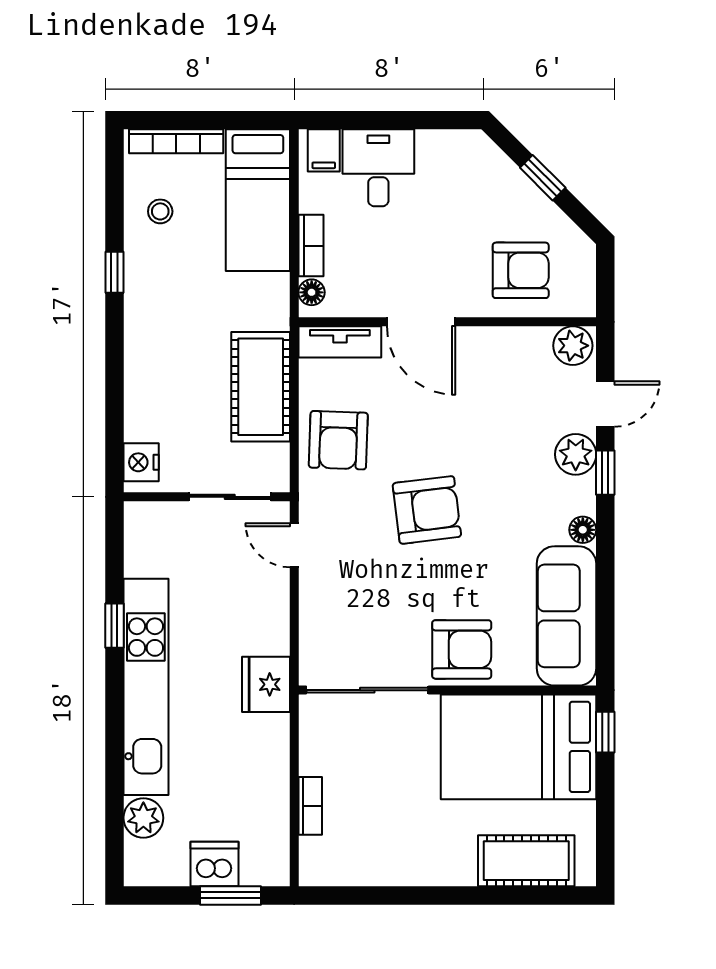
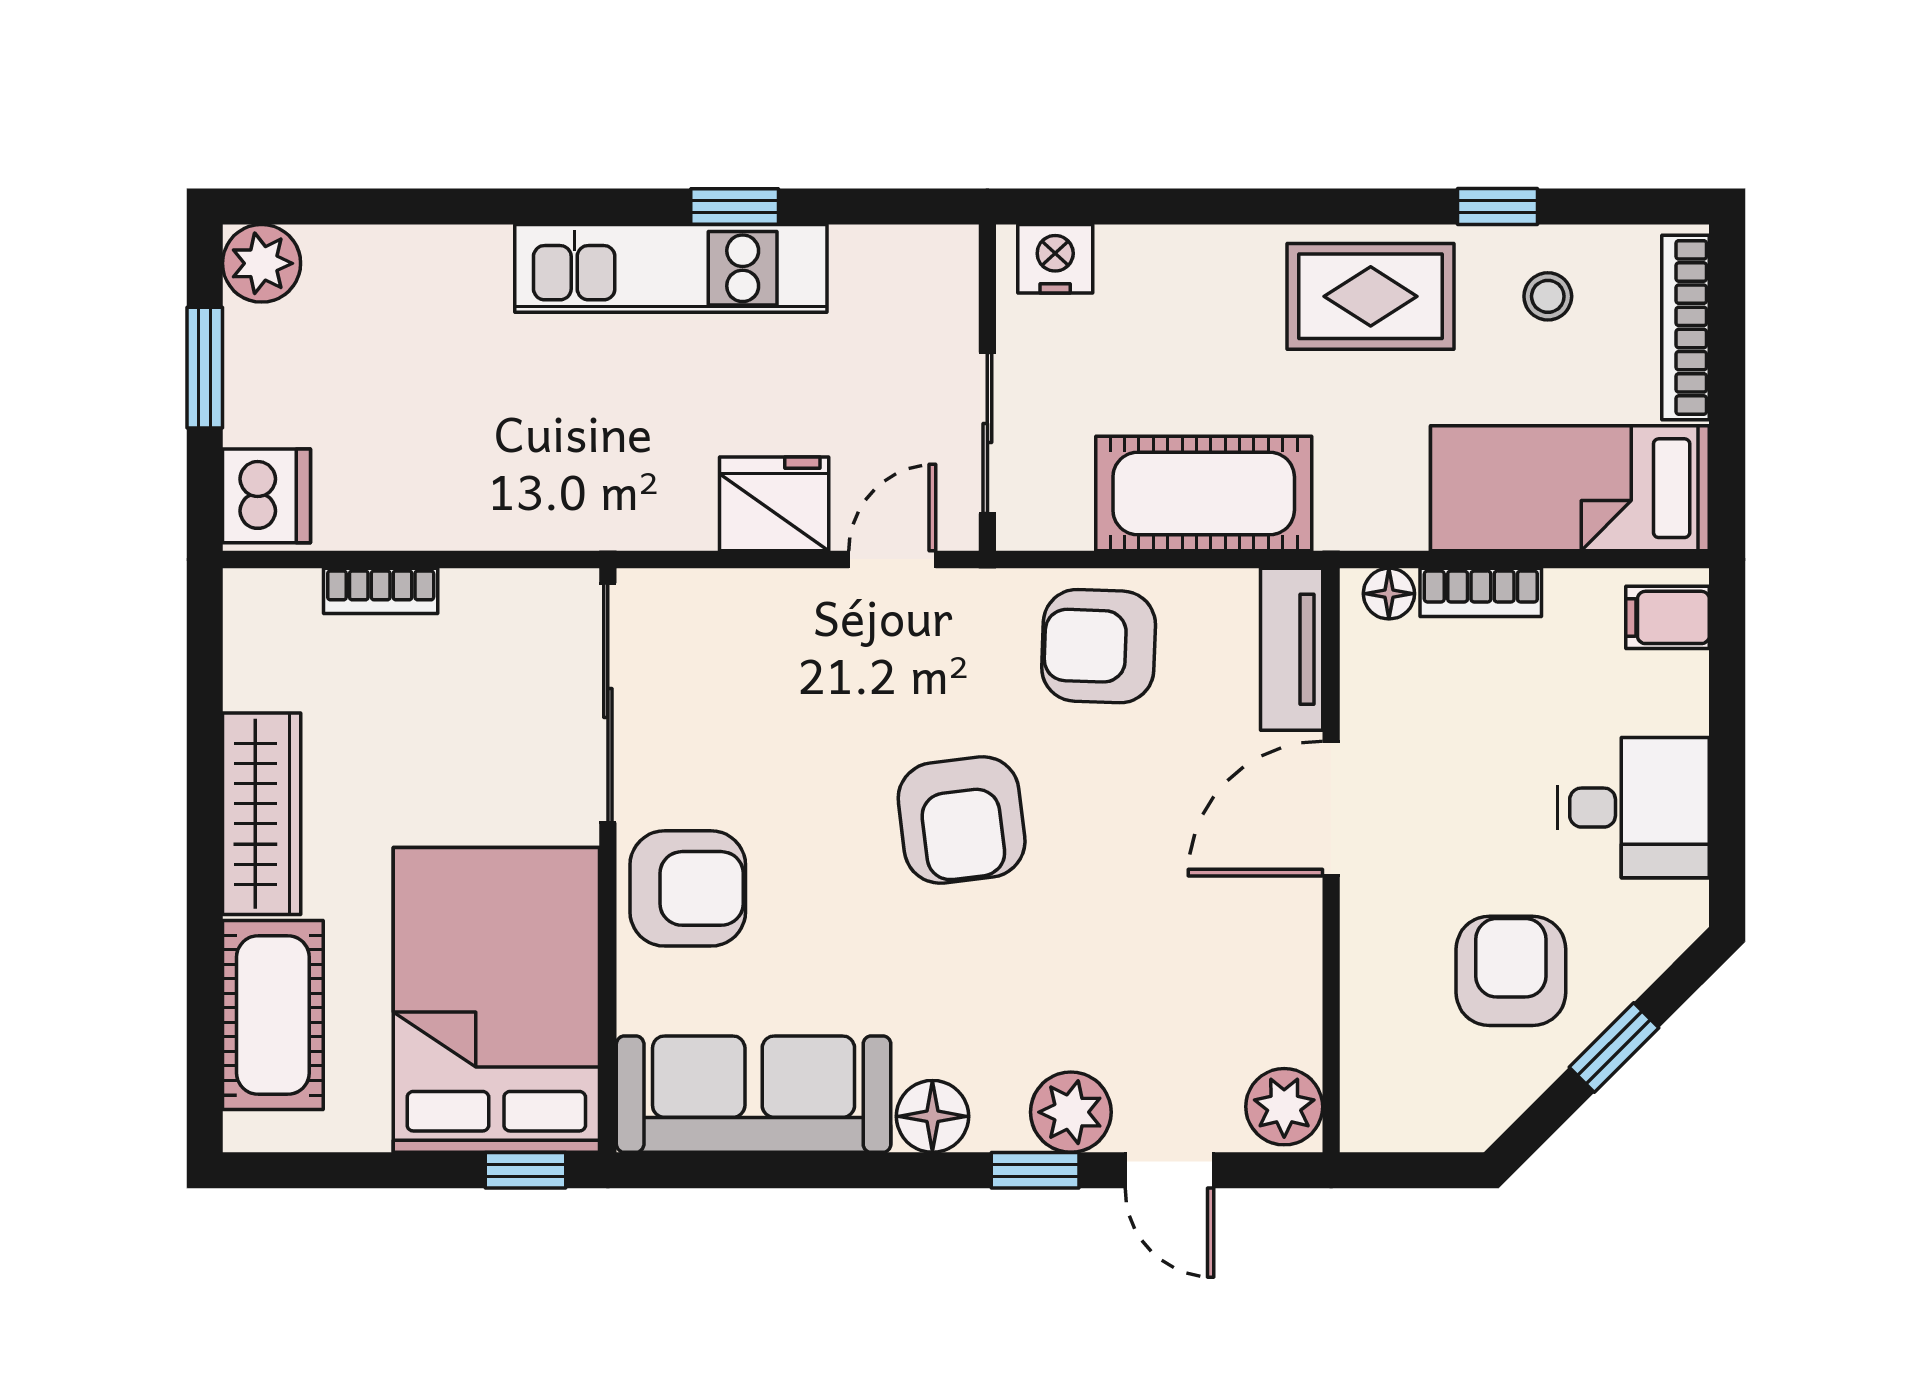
desk: (378, 168) -> (1633, 808), moved
armchair: (521, 270) -> (1511, 971), moved, turned 180
window: (114, 272) -> (1497, 206), moved
rug: (160, 302) -> (1371, 296), added
floor lamp: (583, 530) -> (932, 1116), width x1.37, depth x1.37
armchair: (462, 649) -> (688, 888), turned -90
fridge: (266, 684) -> (774, 504), moved
kitchen unit: (146, 687) -> (671, 268), width x0.73
plant: (143, 818) -> (262, 263), moved
dishwasher: (215, 864) -> (267, 496), moved
wardrobe: (424, 866) -> (262, 814), added
window: (230, 895) -> (205, 368), moved

